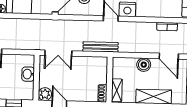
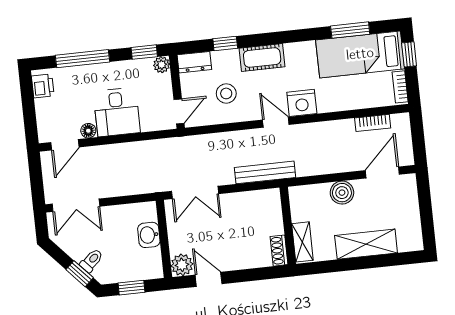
door: (169, 56) -> (382, 172), swing flipped

